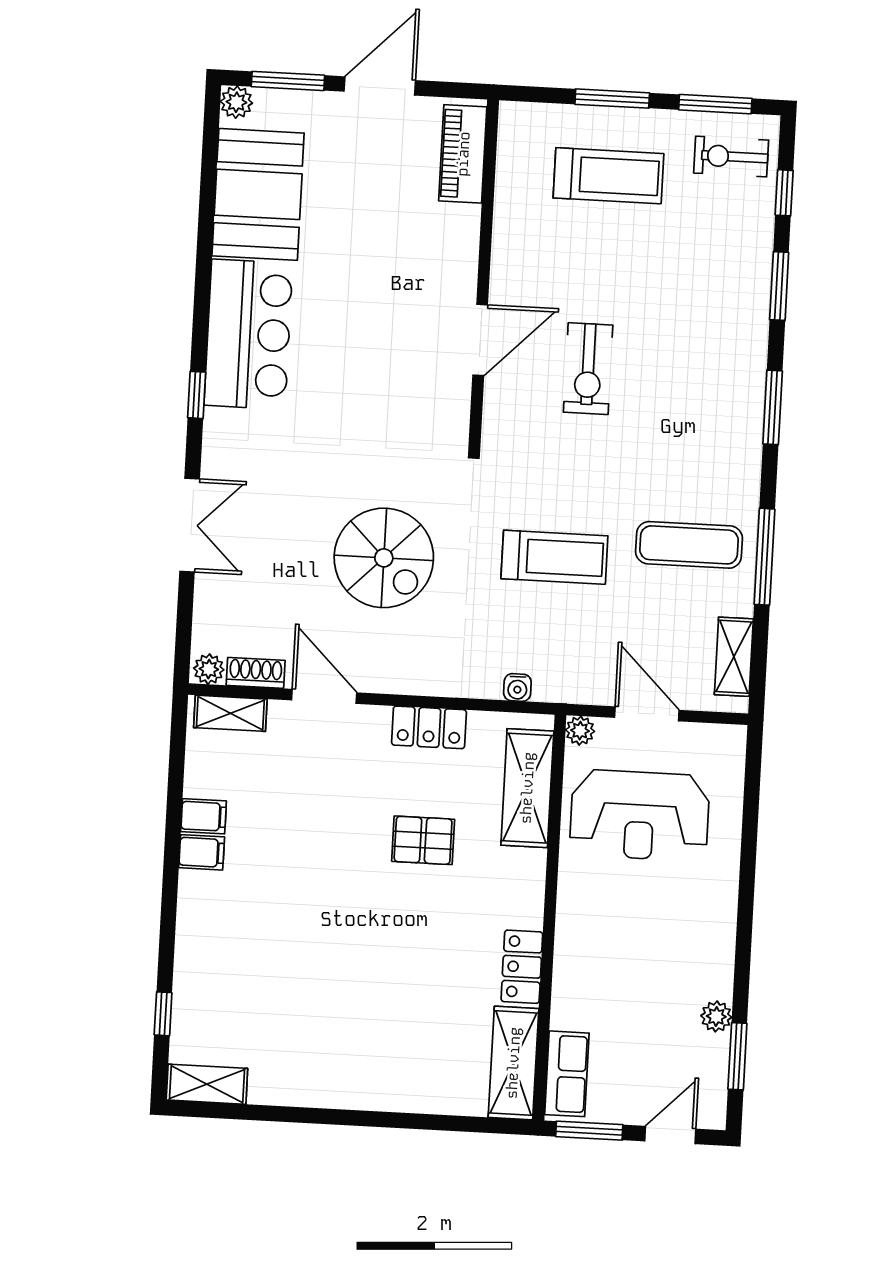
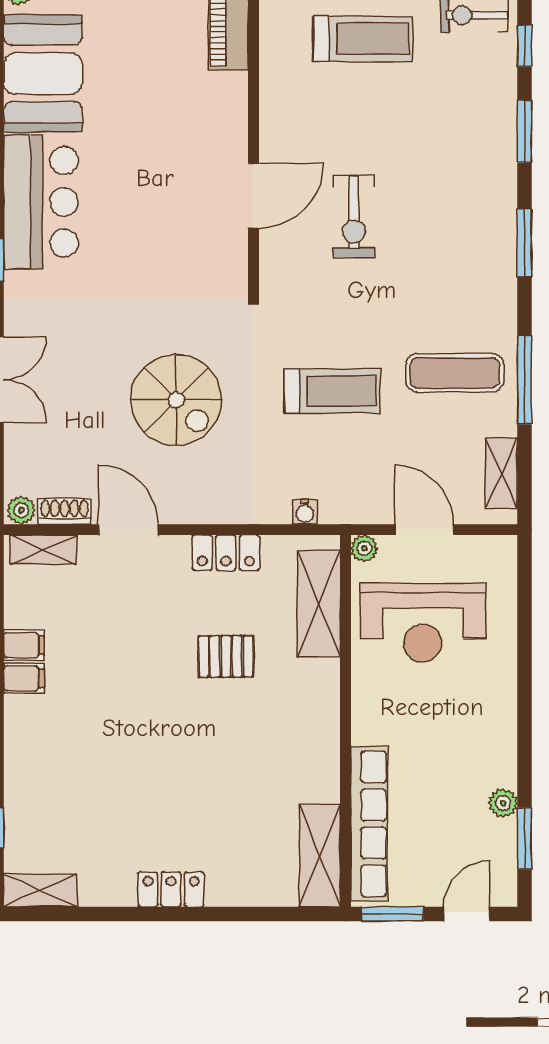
locker: (522, 967) -> (171, 889), moved, turned 90
row of seats: (567, 1074) -> (369, 824), width x2.02

